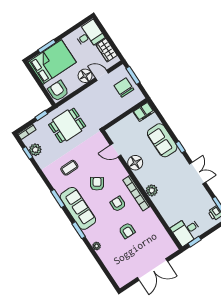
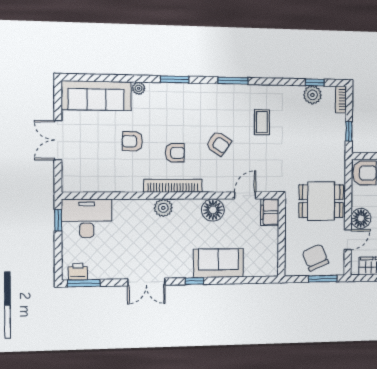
chair: (124, 88) -> (315, 257), turned -113
filing cabinet: (144, 112) -> (270, 212), moved
dining table: (67, 125) -> (321, 201), moved, turned 90
sofa: (78, 208) -> (96, 96), moved
desk: (186, 231) -> (87, 218), width x1.37
double door: (152, 269) -> (58, 140), width x0.73

